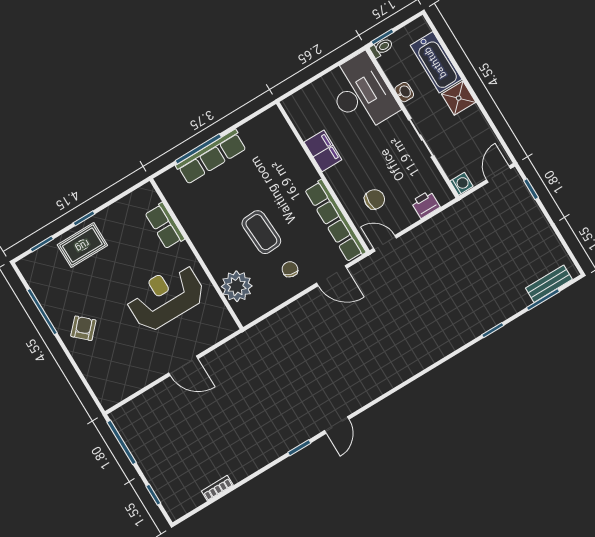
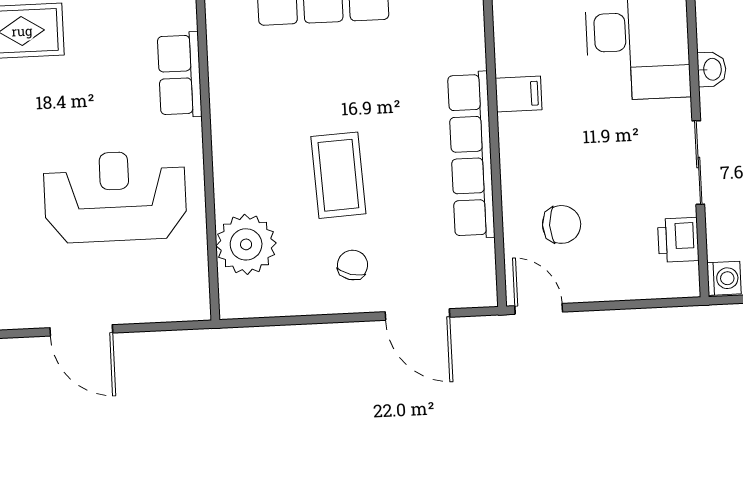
filing cabinet: (323, 151) -> (519, 94), width x0.50
printer: (425, 204) -> (678, 240), moved, turned -90
row of seats: (335, 221) -> (471, 155), moved

